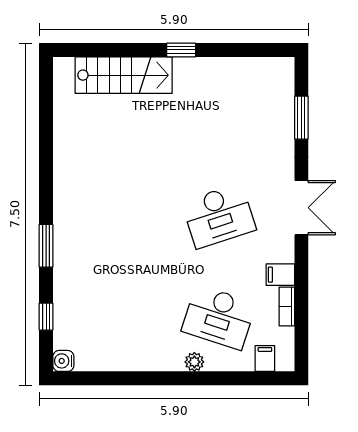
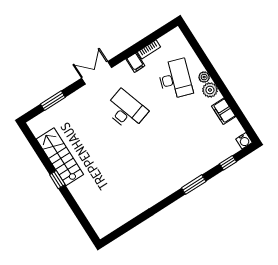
stairs: (124, 75) -> (60, 157), moved
plant: (170, 358) -> (210, 90), added
filing cabinet: (265, 359) -> (224, 111), moved, width x2.00

